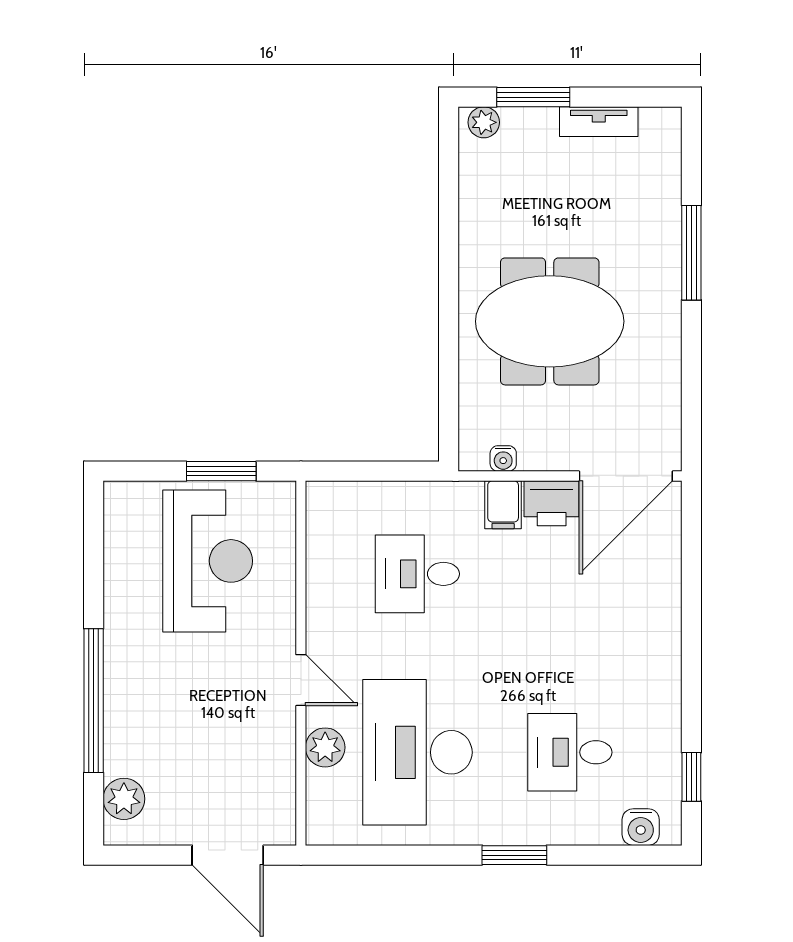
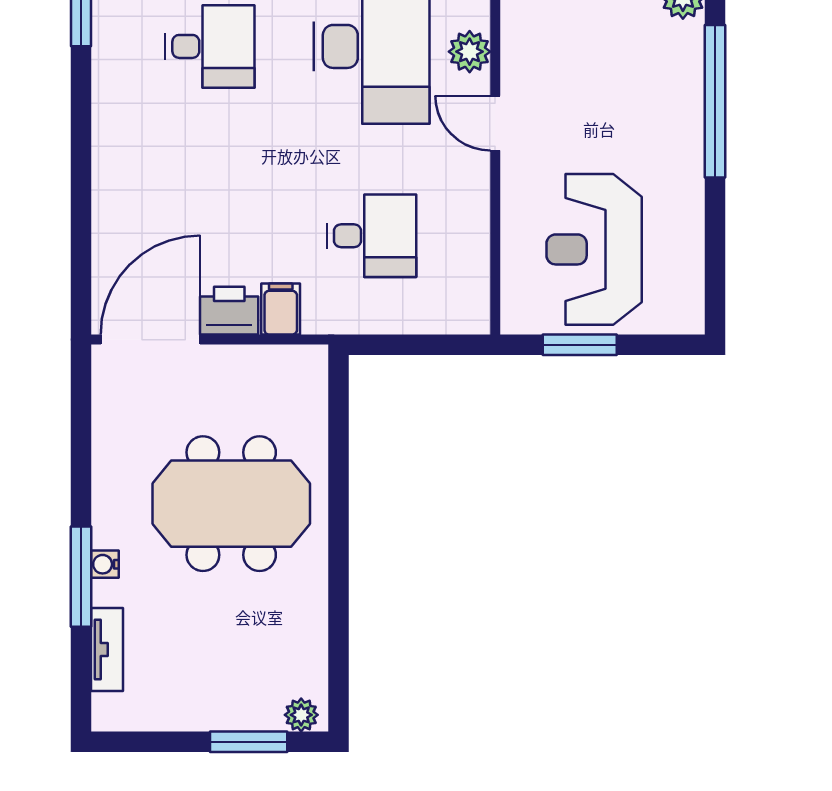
tv unit: (599, 122) -> (107, 650), moved, turned 90
water cooler: (503, 459) -> (105, 564), moved, turned -90

